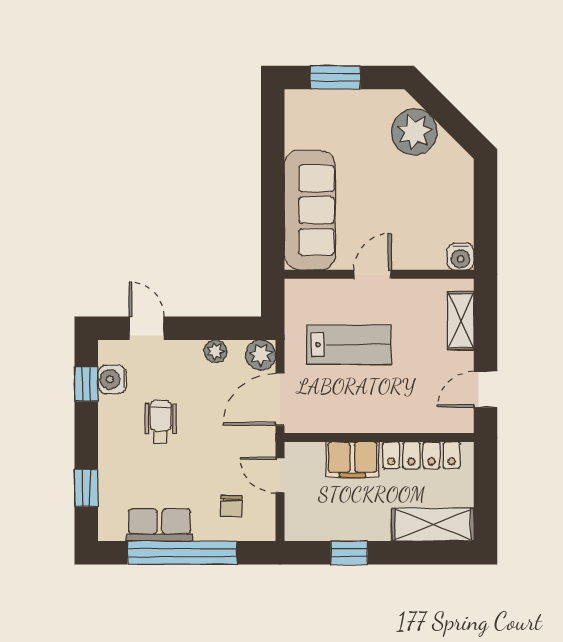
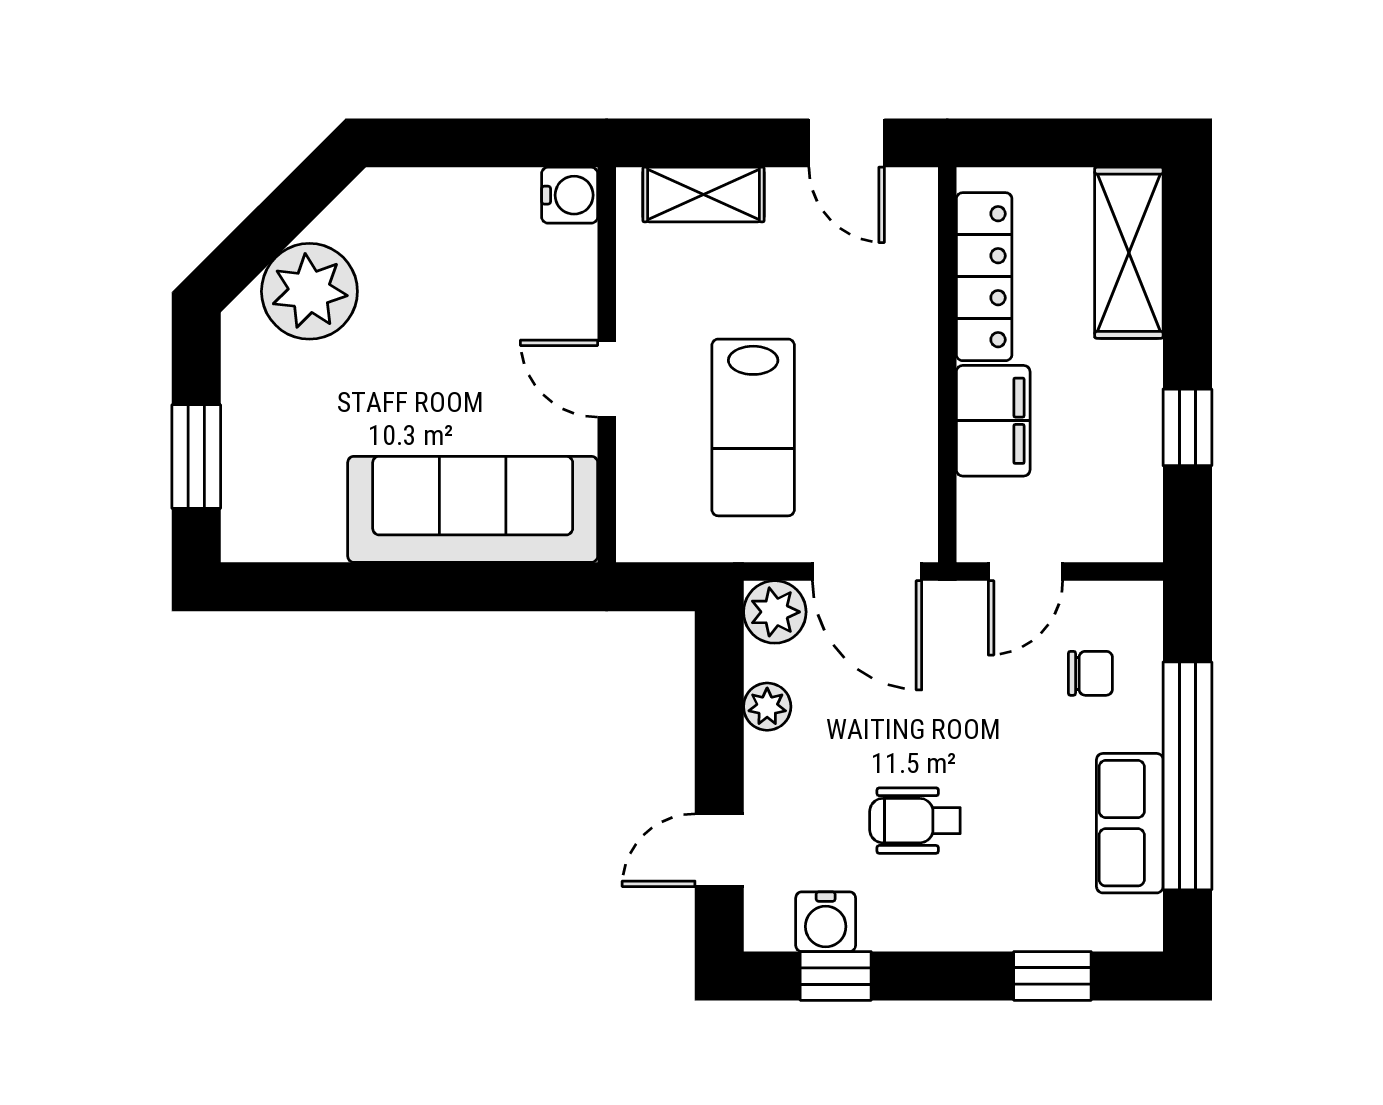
lab bench: (349, 345) -> (753, 427), turned 180

